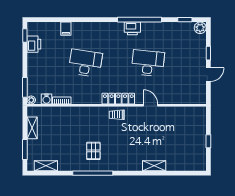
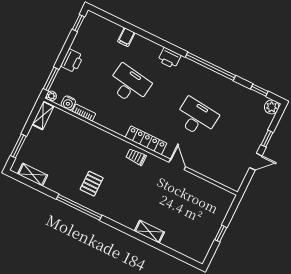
printer: (132, 28) -> (169, 58), moved
printer: (34, 44) -> (72, 61), moved
shelving: (32, 128) -> (43, 115), moved

